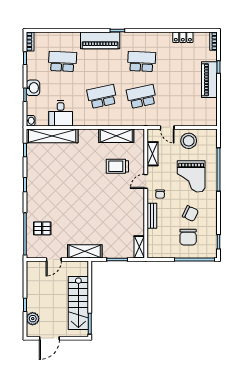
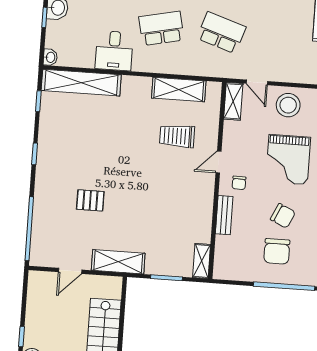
school desk: (142, 96) -> (221, 33), turned 30
desk: (61, 113) -> (114, 51), moved
shelving: (153, 154) -> (233, 101), moved
pallet: (42, 228) -> (90, 200), moved

